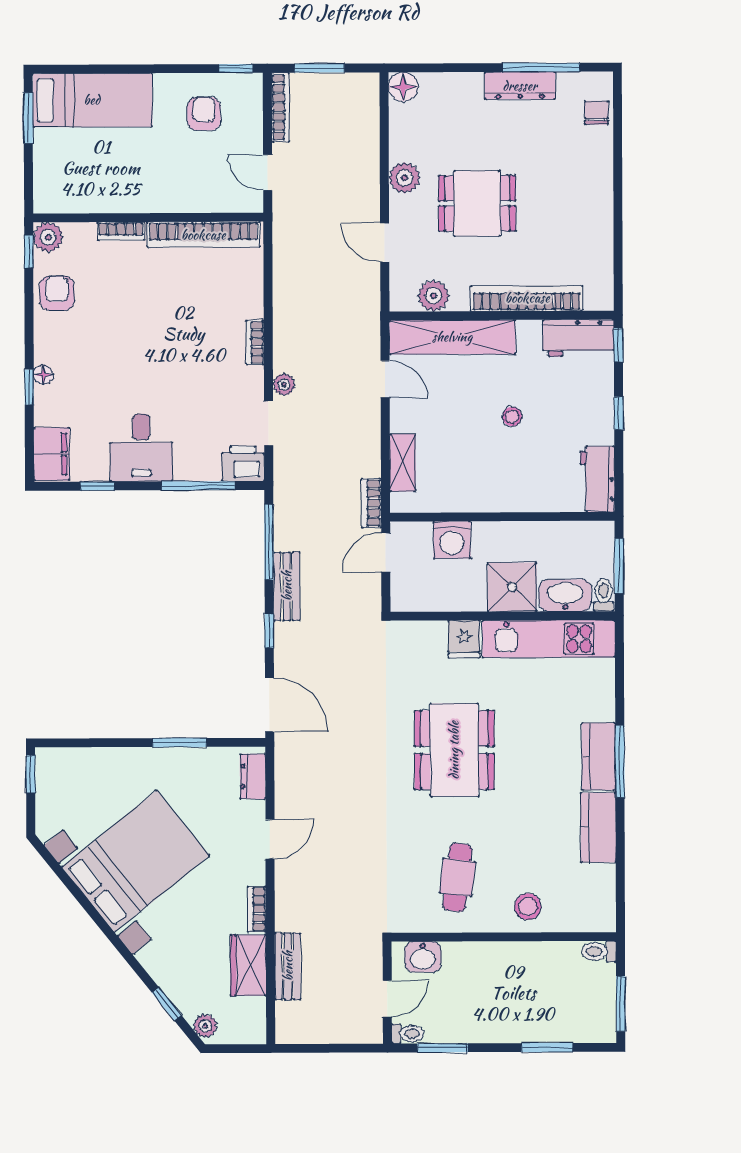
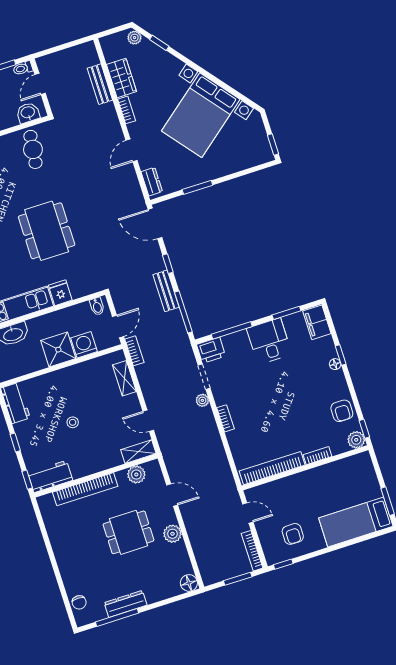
shelving: (452, 337) -> (138, 452), width x0.45, depth x0.75
window: (97, 486) -> (286, 313), width x1.50
shower: (512, 587) -> (58, 350), moved
bidet: (410, 597) -> (97, 306), added
cafe table: (457, 877) -> (33, 149), moved

